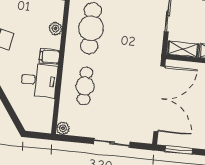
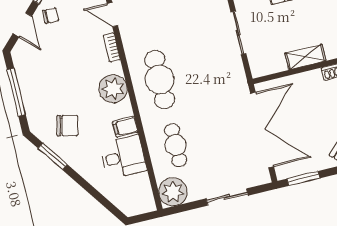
plant: (56, 29) -> (113, 89), width x1.87, depth x1.87
shelving: (183, 49) -> (269, 67), removed
plant: (63, 128) -> (173, 192), width x1.88, depth x1.88

